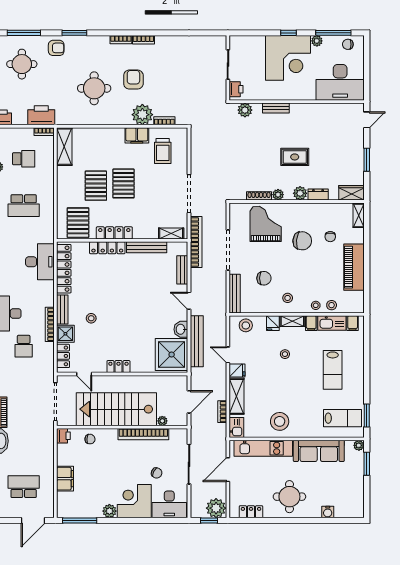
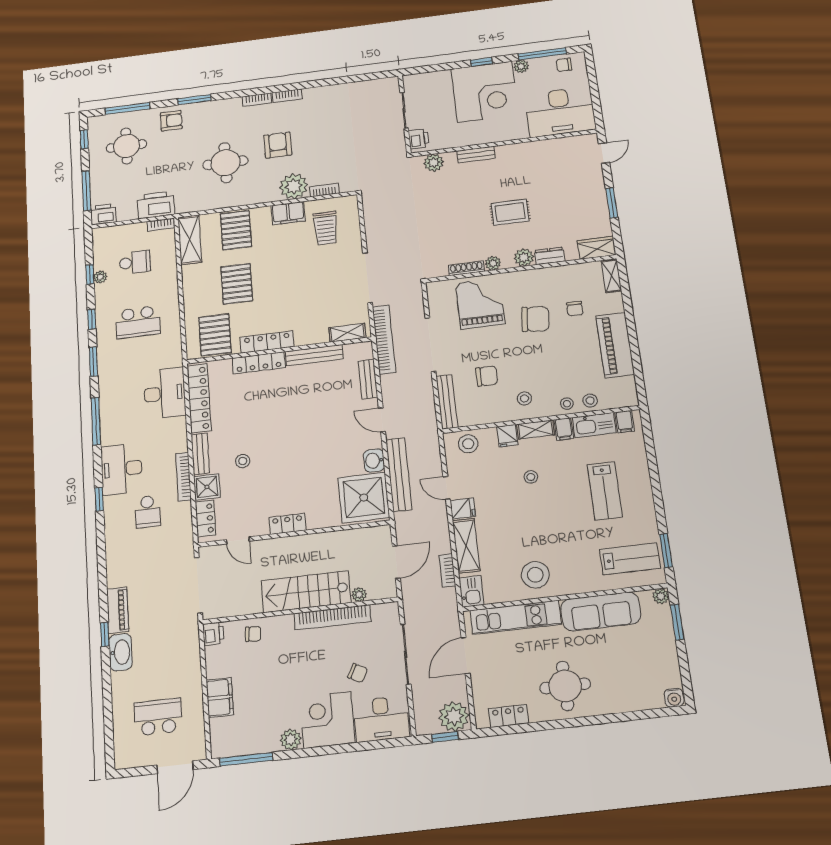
pallet: (124, 183) -> (236, 230), moved
stairs: (116, 409) -> (306, 592), width x0.73, depth x0.66
water cooler: (328, 512) -> (674, 698), moved

